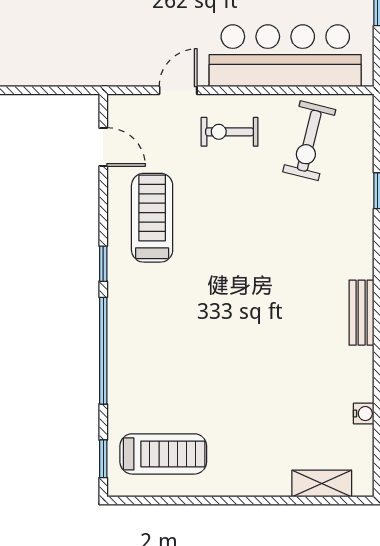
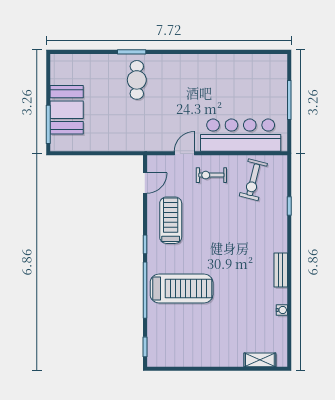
door: (103, 147) -> (145, 183), hinge flipped
water cooler: (364, 414) -> (282, 310), moved
treadmill: (163, 454) -> (182, 289), moved, width x1.37, depth x1.38

